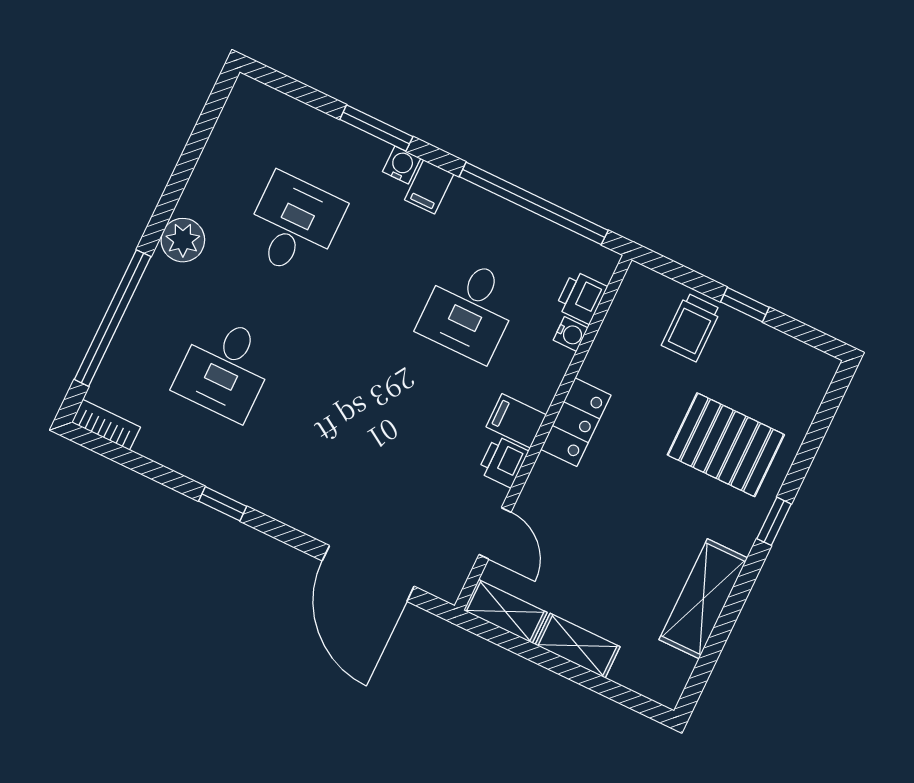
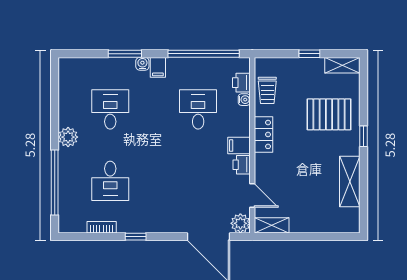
desk: (469, 309) -> (198, 109), turned 180
trolley: (691, 327) -> (267, 90), moved
bookcase: (106, 425) -> (102, 227), moved
plant: (445, 577) -> (240, 223), added
shelving: (578, 646) -> (342, 65), moved

